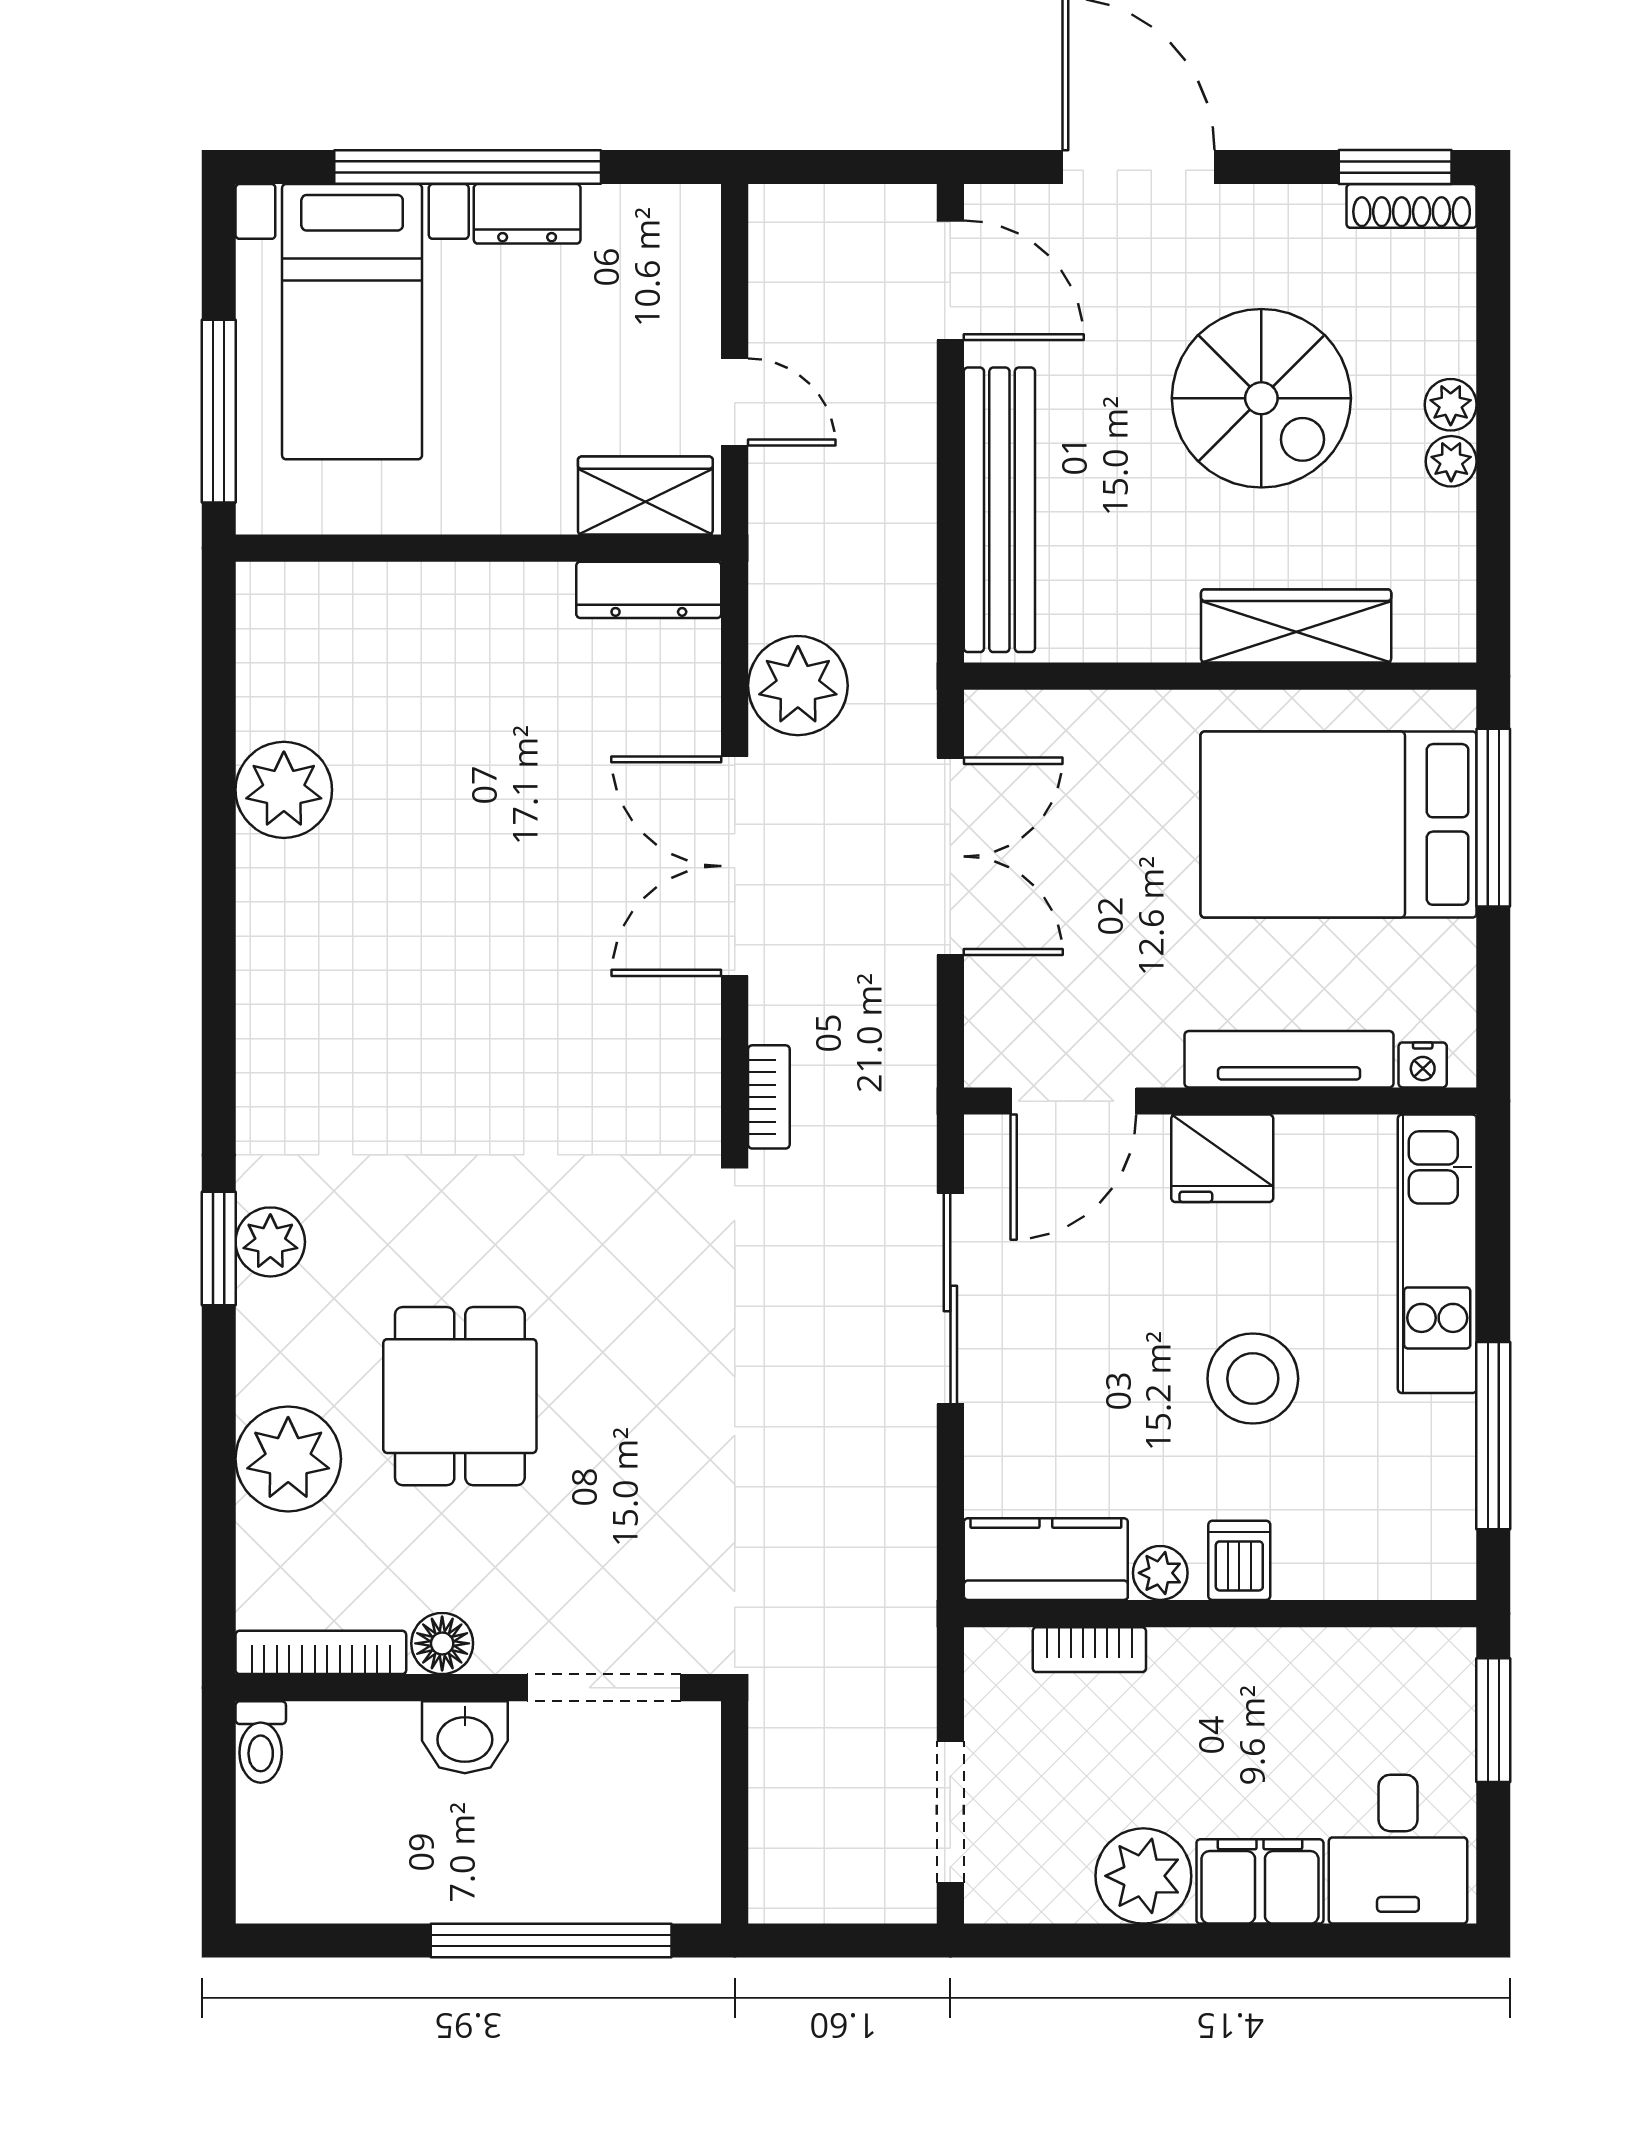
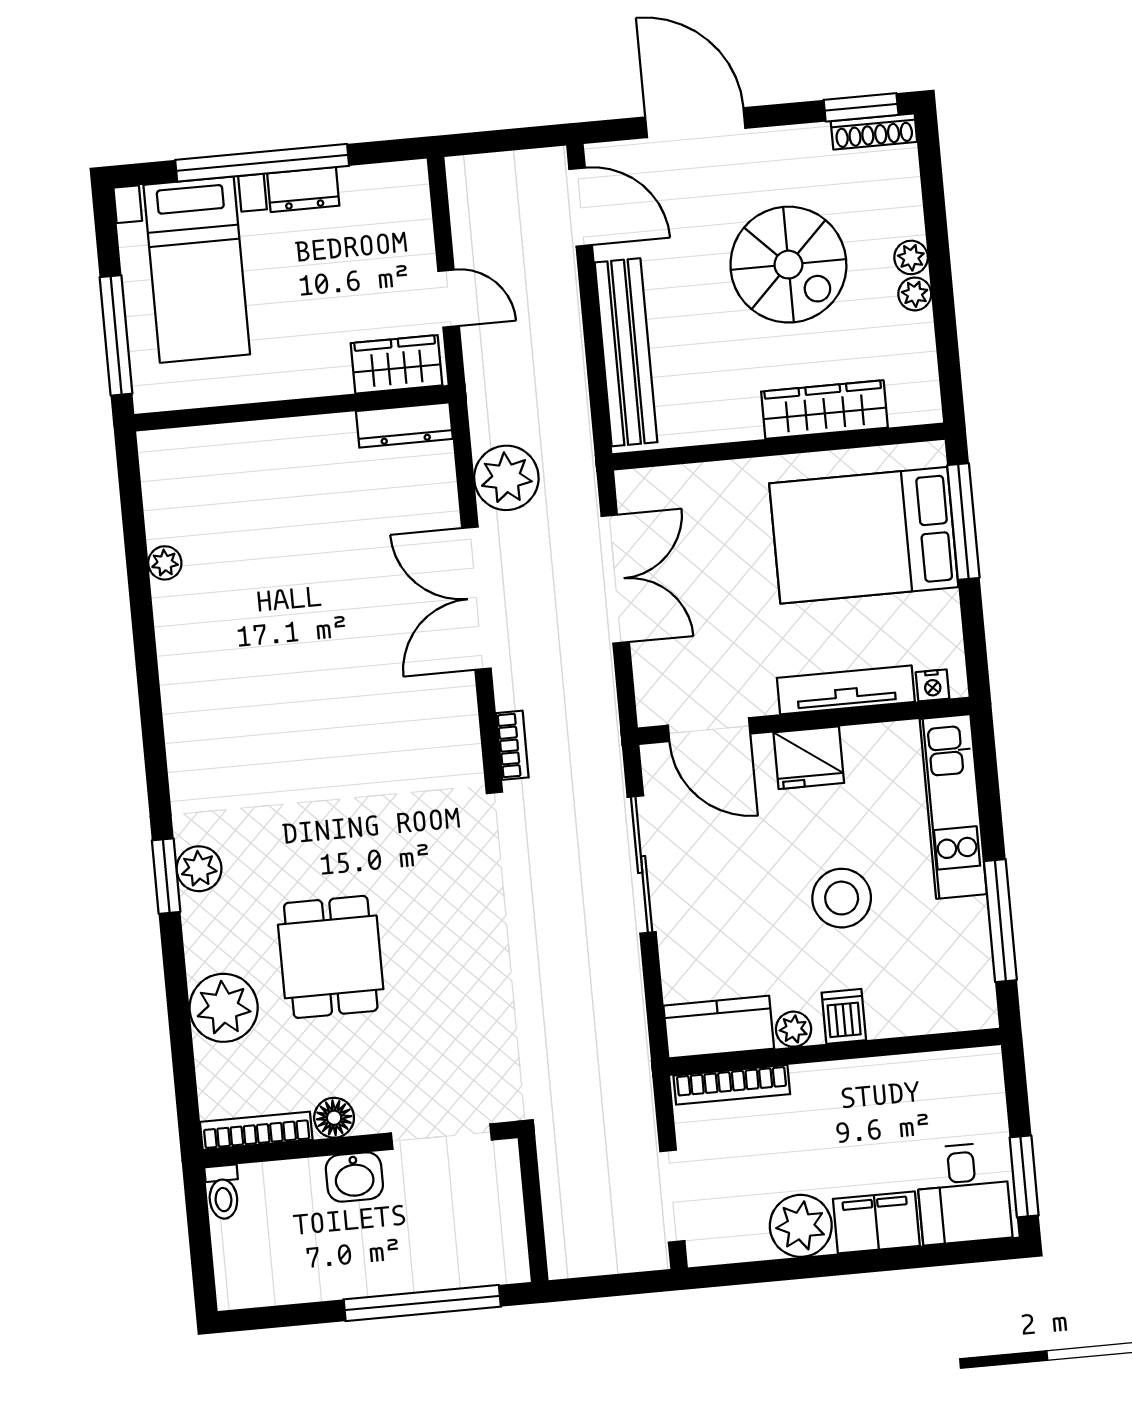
plant: (284, 790) -> (165, 563), width x0.53, depth x0.53
door: (1073, 1101) -> (709, 730), hinge flipped
bookcase: (1089, 1650) -> (732, 1085), width x1.56
window: (1493, 1720) -> (1024, 1176), moved

